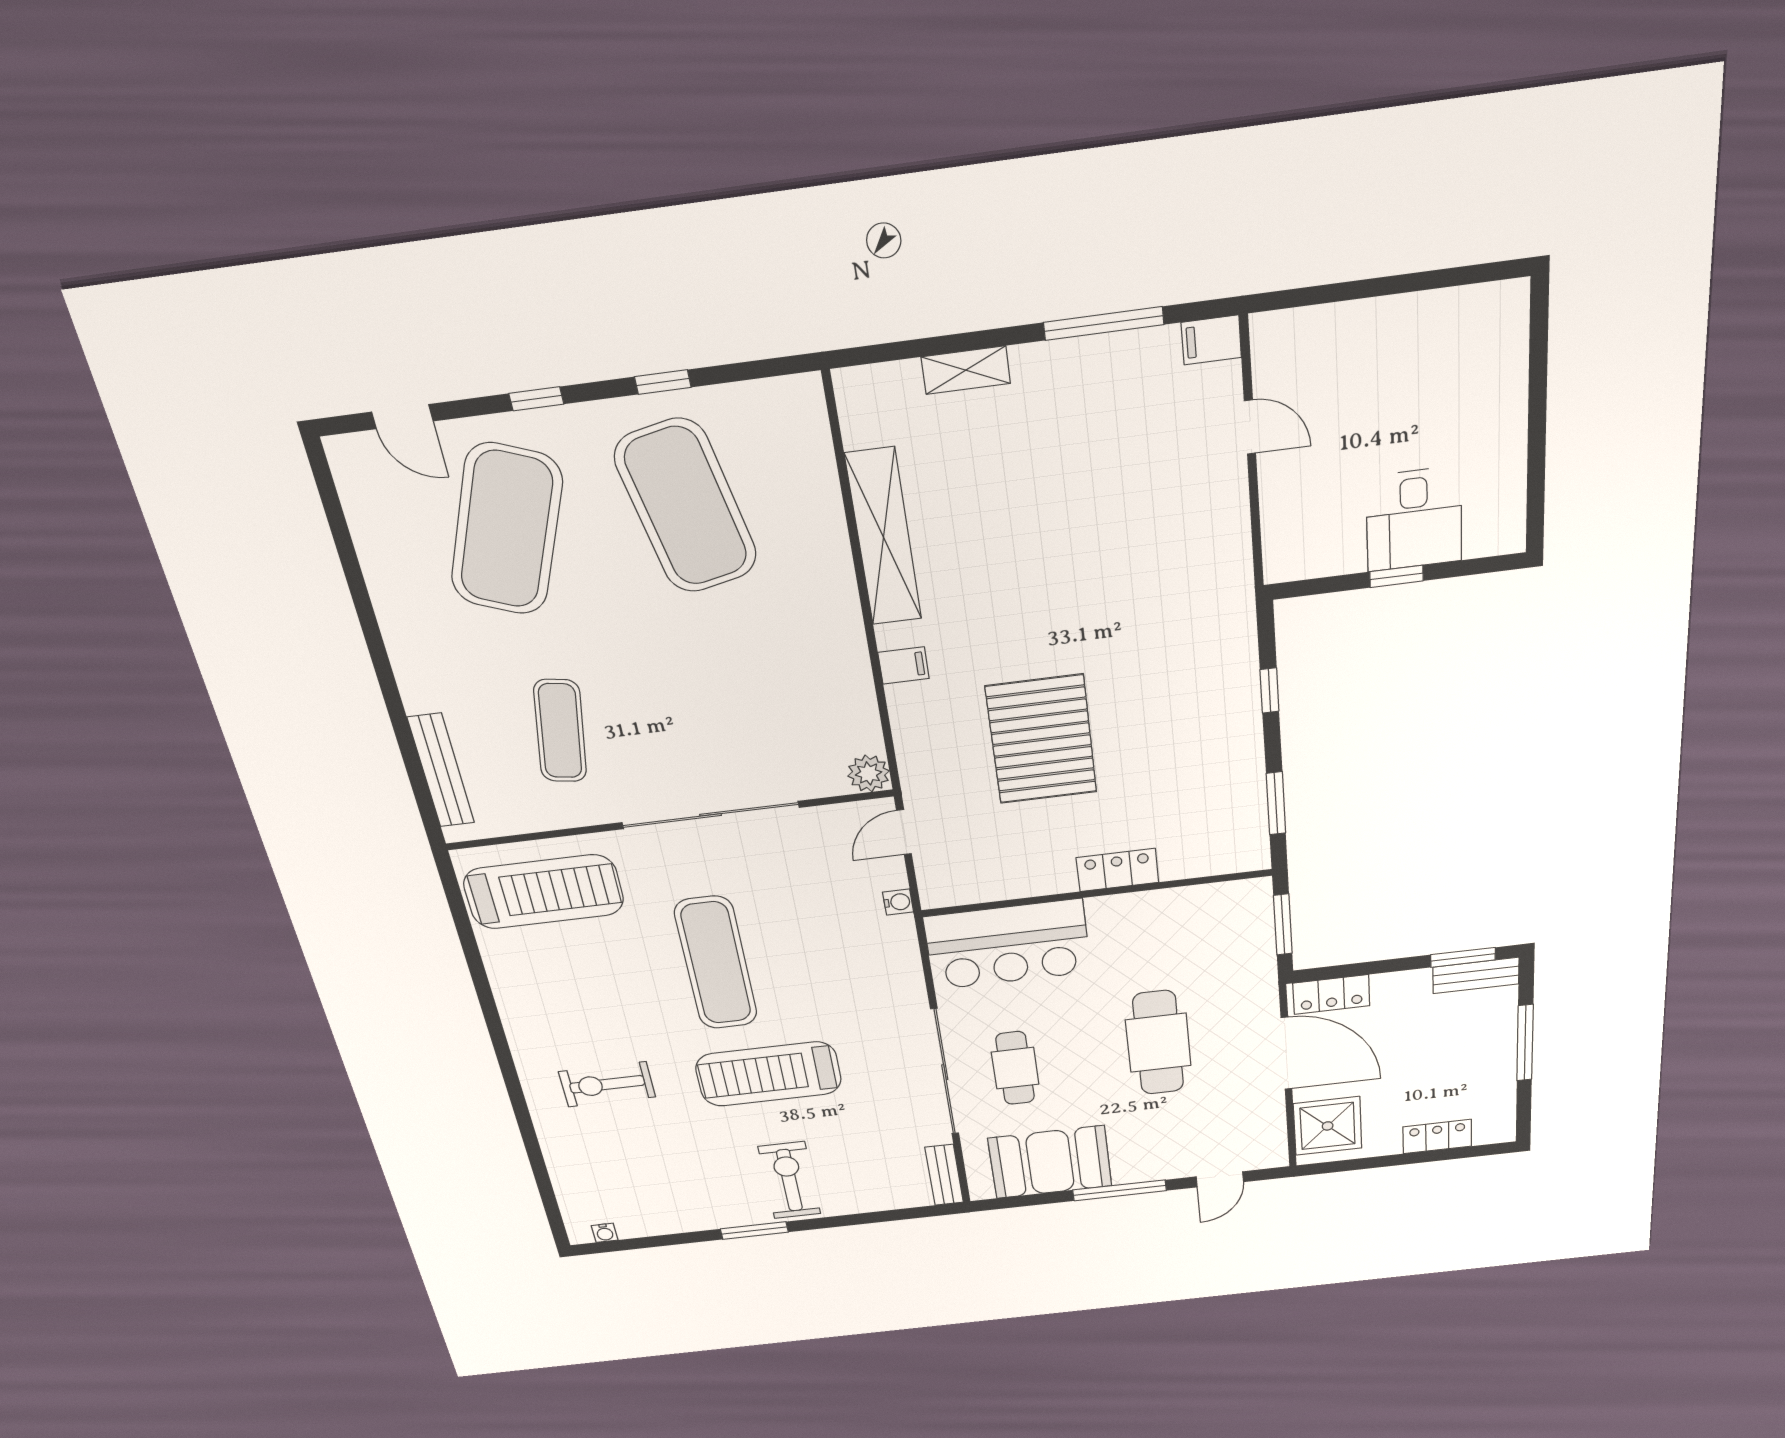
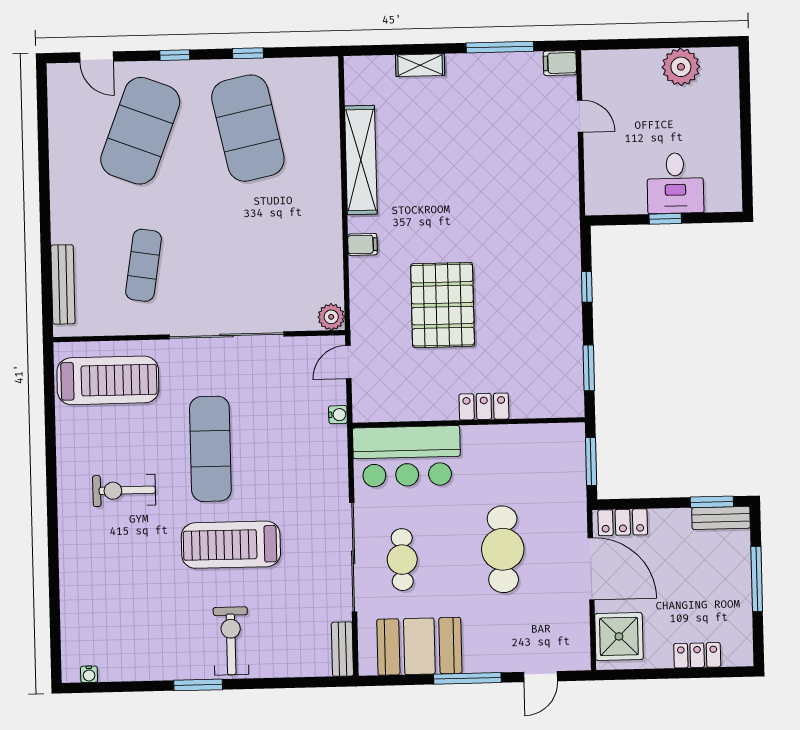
plant: (1426, 324) -> (681, 67), added
exercise bike: (607, 1084) -> (124, 490), moved

